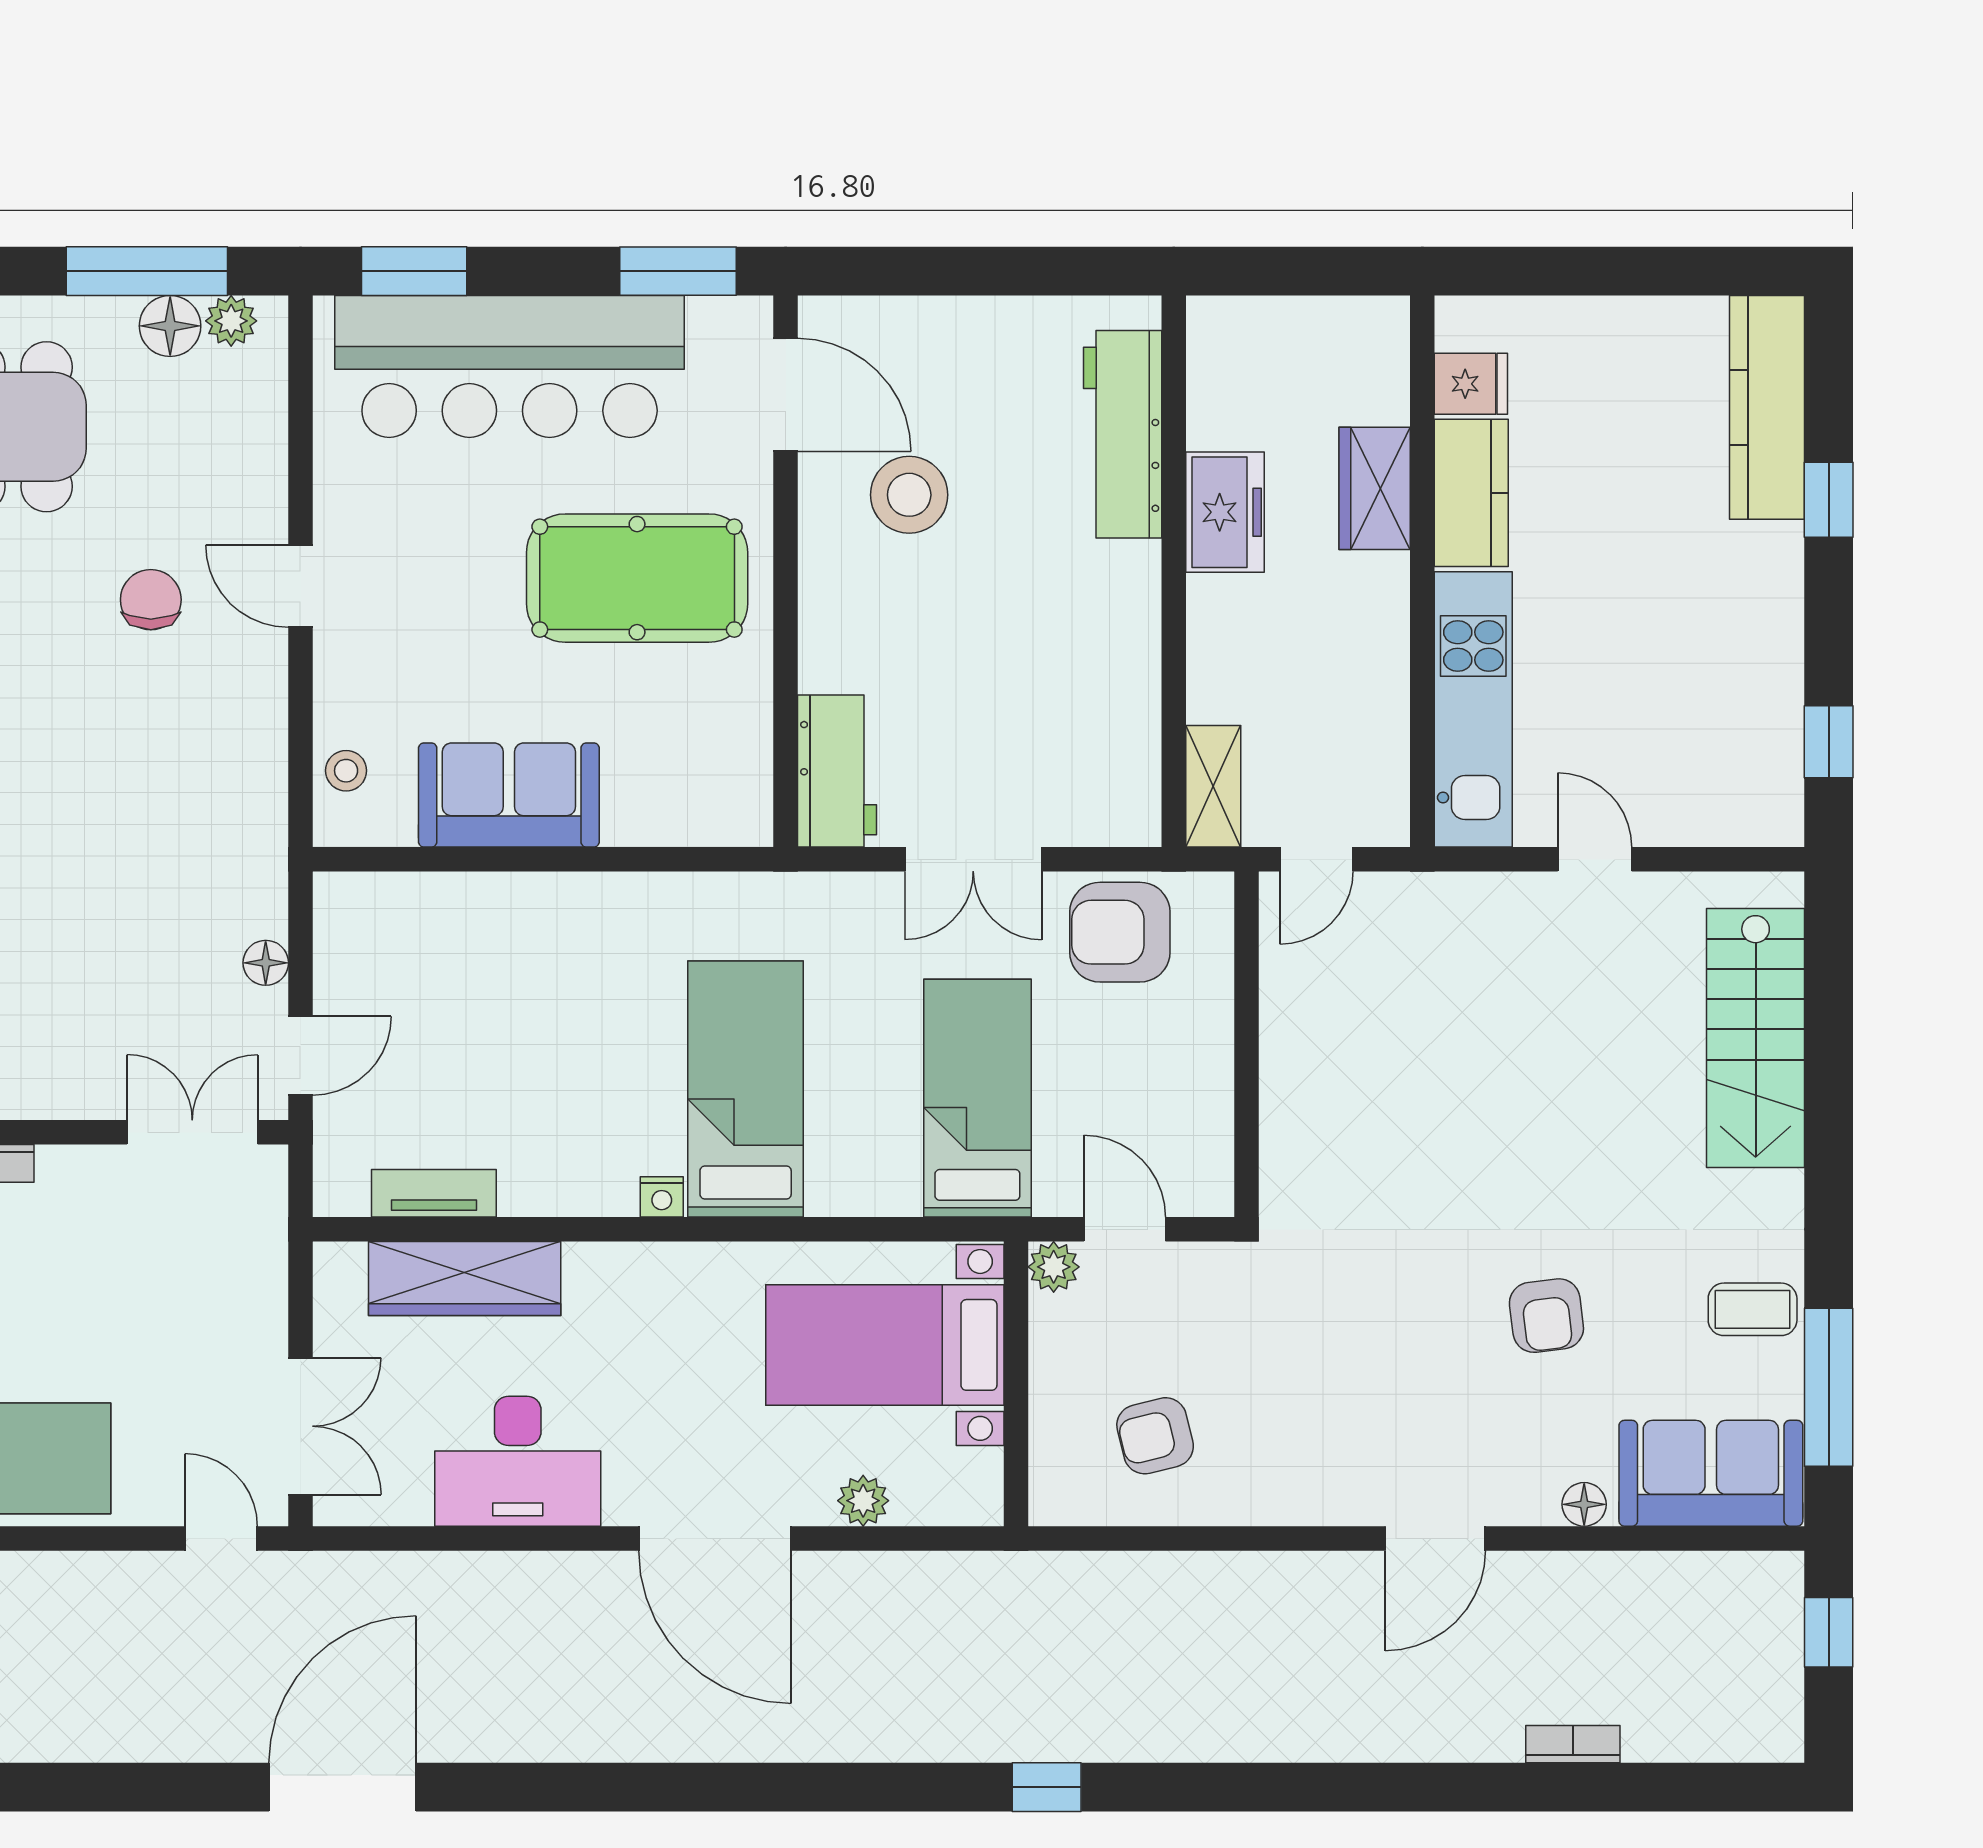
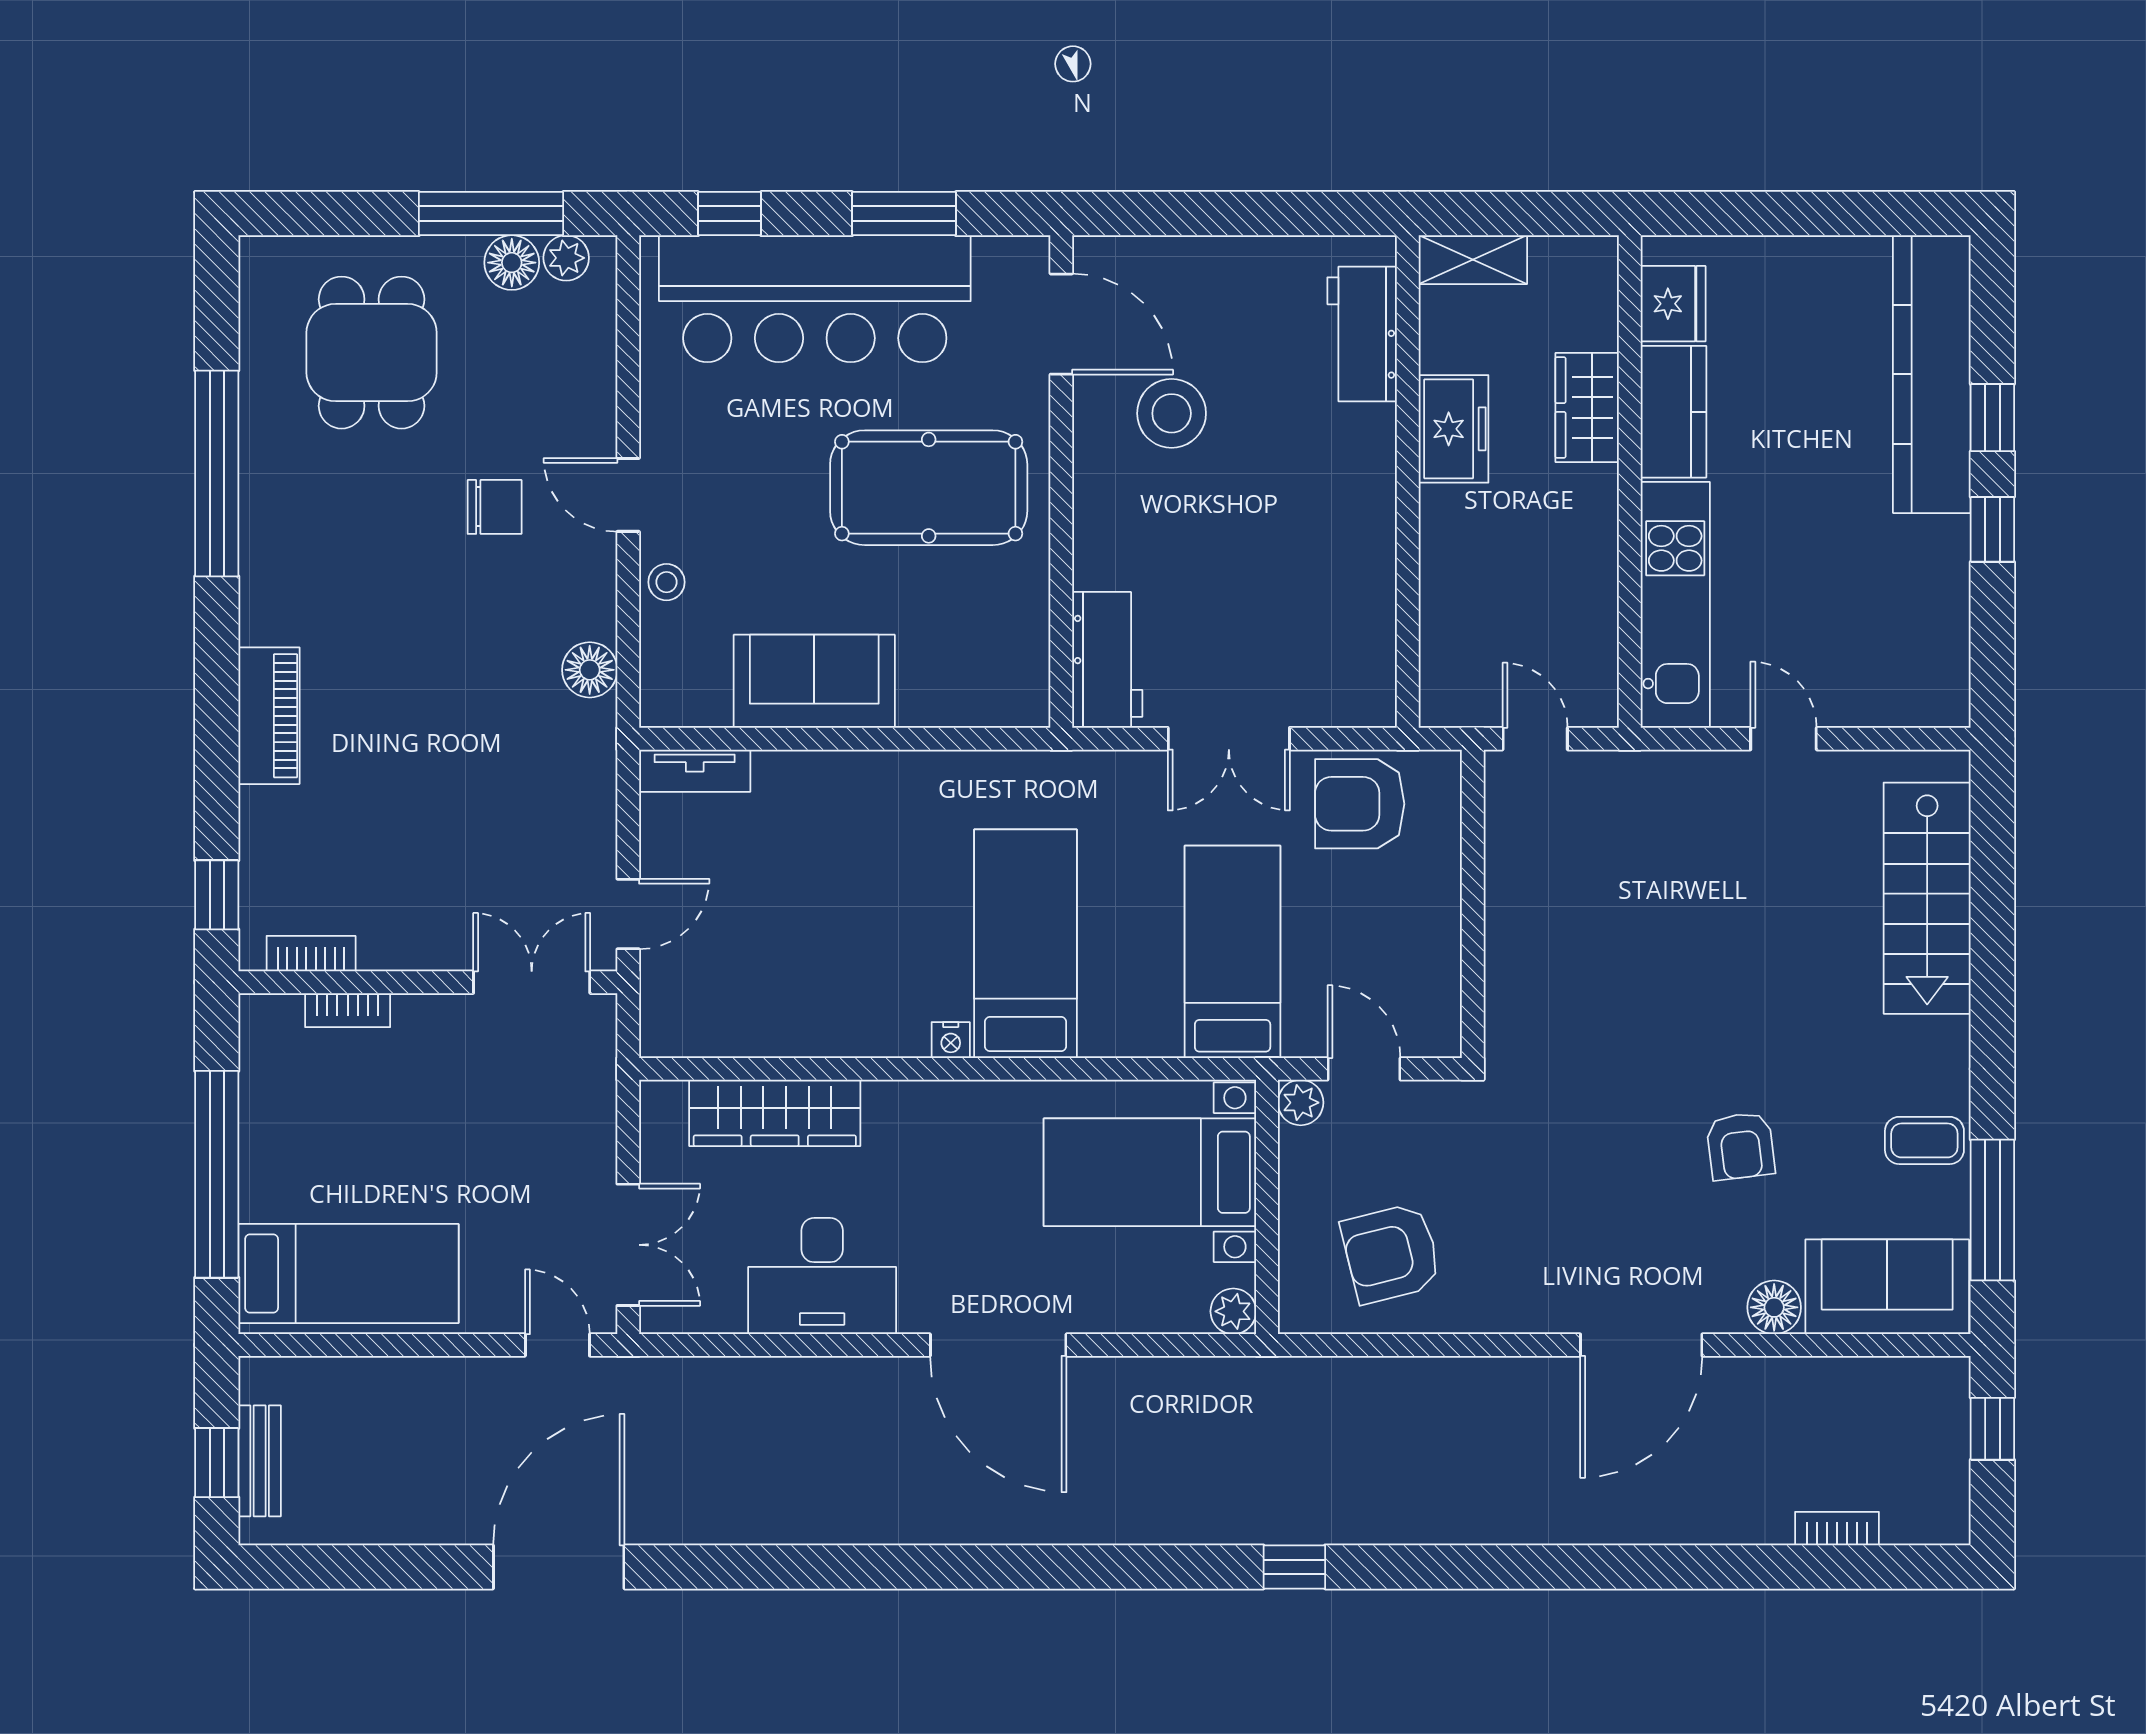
window: (414, 271) -> (730, 214), width x0.67
window: (678, 271) -> (904, 214), moved
fridge: (1471, 384) -> (1673, 304), width x1.38
kitchen counter: (1767, 407) -> (1932, 374), width x1.39, depth x1.17
workbench: (1123, 434) -> (1362, 334), width x0.73
chair: (151, 600) -> (495, 507), turned 90
window: (1829, 742) -> (1992, 529), moved
stool: (346, 771) -> (666, 582), moved
shelving: (1213, 786) -> (1473, 260), moved, turned 90
door: (1316, 859) -> (1535, 739), swing flipped
floor lamp: (266, 963) -> (590, 670), moved, width x1.37, depth x1.37
tv unit: (434, 1193) -> (695, 771), moved, turned 180
armchair: (1155, 1436) -> (1391, 1253), width x1.38, depth x1.38
plant: (863, 1501) -> (1233, 1311), moved
floor lamp: (1584, 1504) -> (1774, 1307), width x1.37, depth x1.37
door: (1435, 1538) -> (1641, 1345), width x1.36
bookcase: (1573, 1744) -> (1837, 1529), moved
door: (343, 1787) -> (559, 1567), moved

